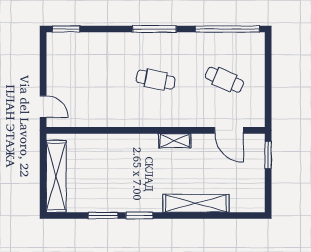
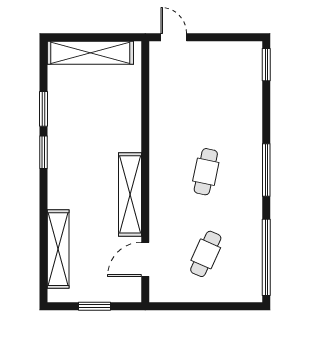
door: (43, 106) -> (174, 37), swing flipped
shelving: (175, 141) -> (130, 194), width x2.20, depth x1.33
window: (268, 155) -> (95, 306), moved
shelving: (196, 203) -> (58, 249), moved

